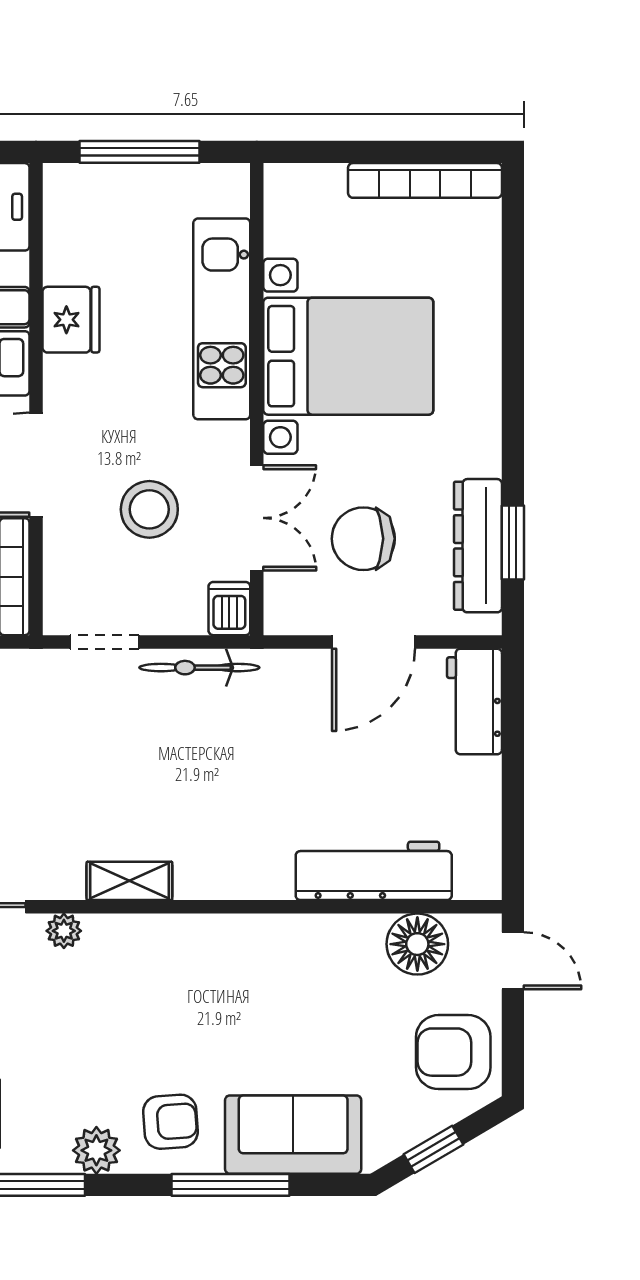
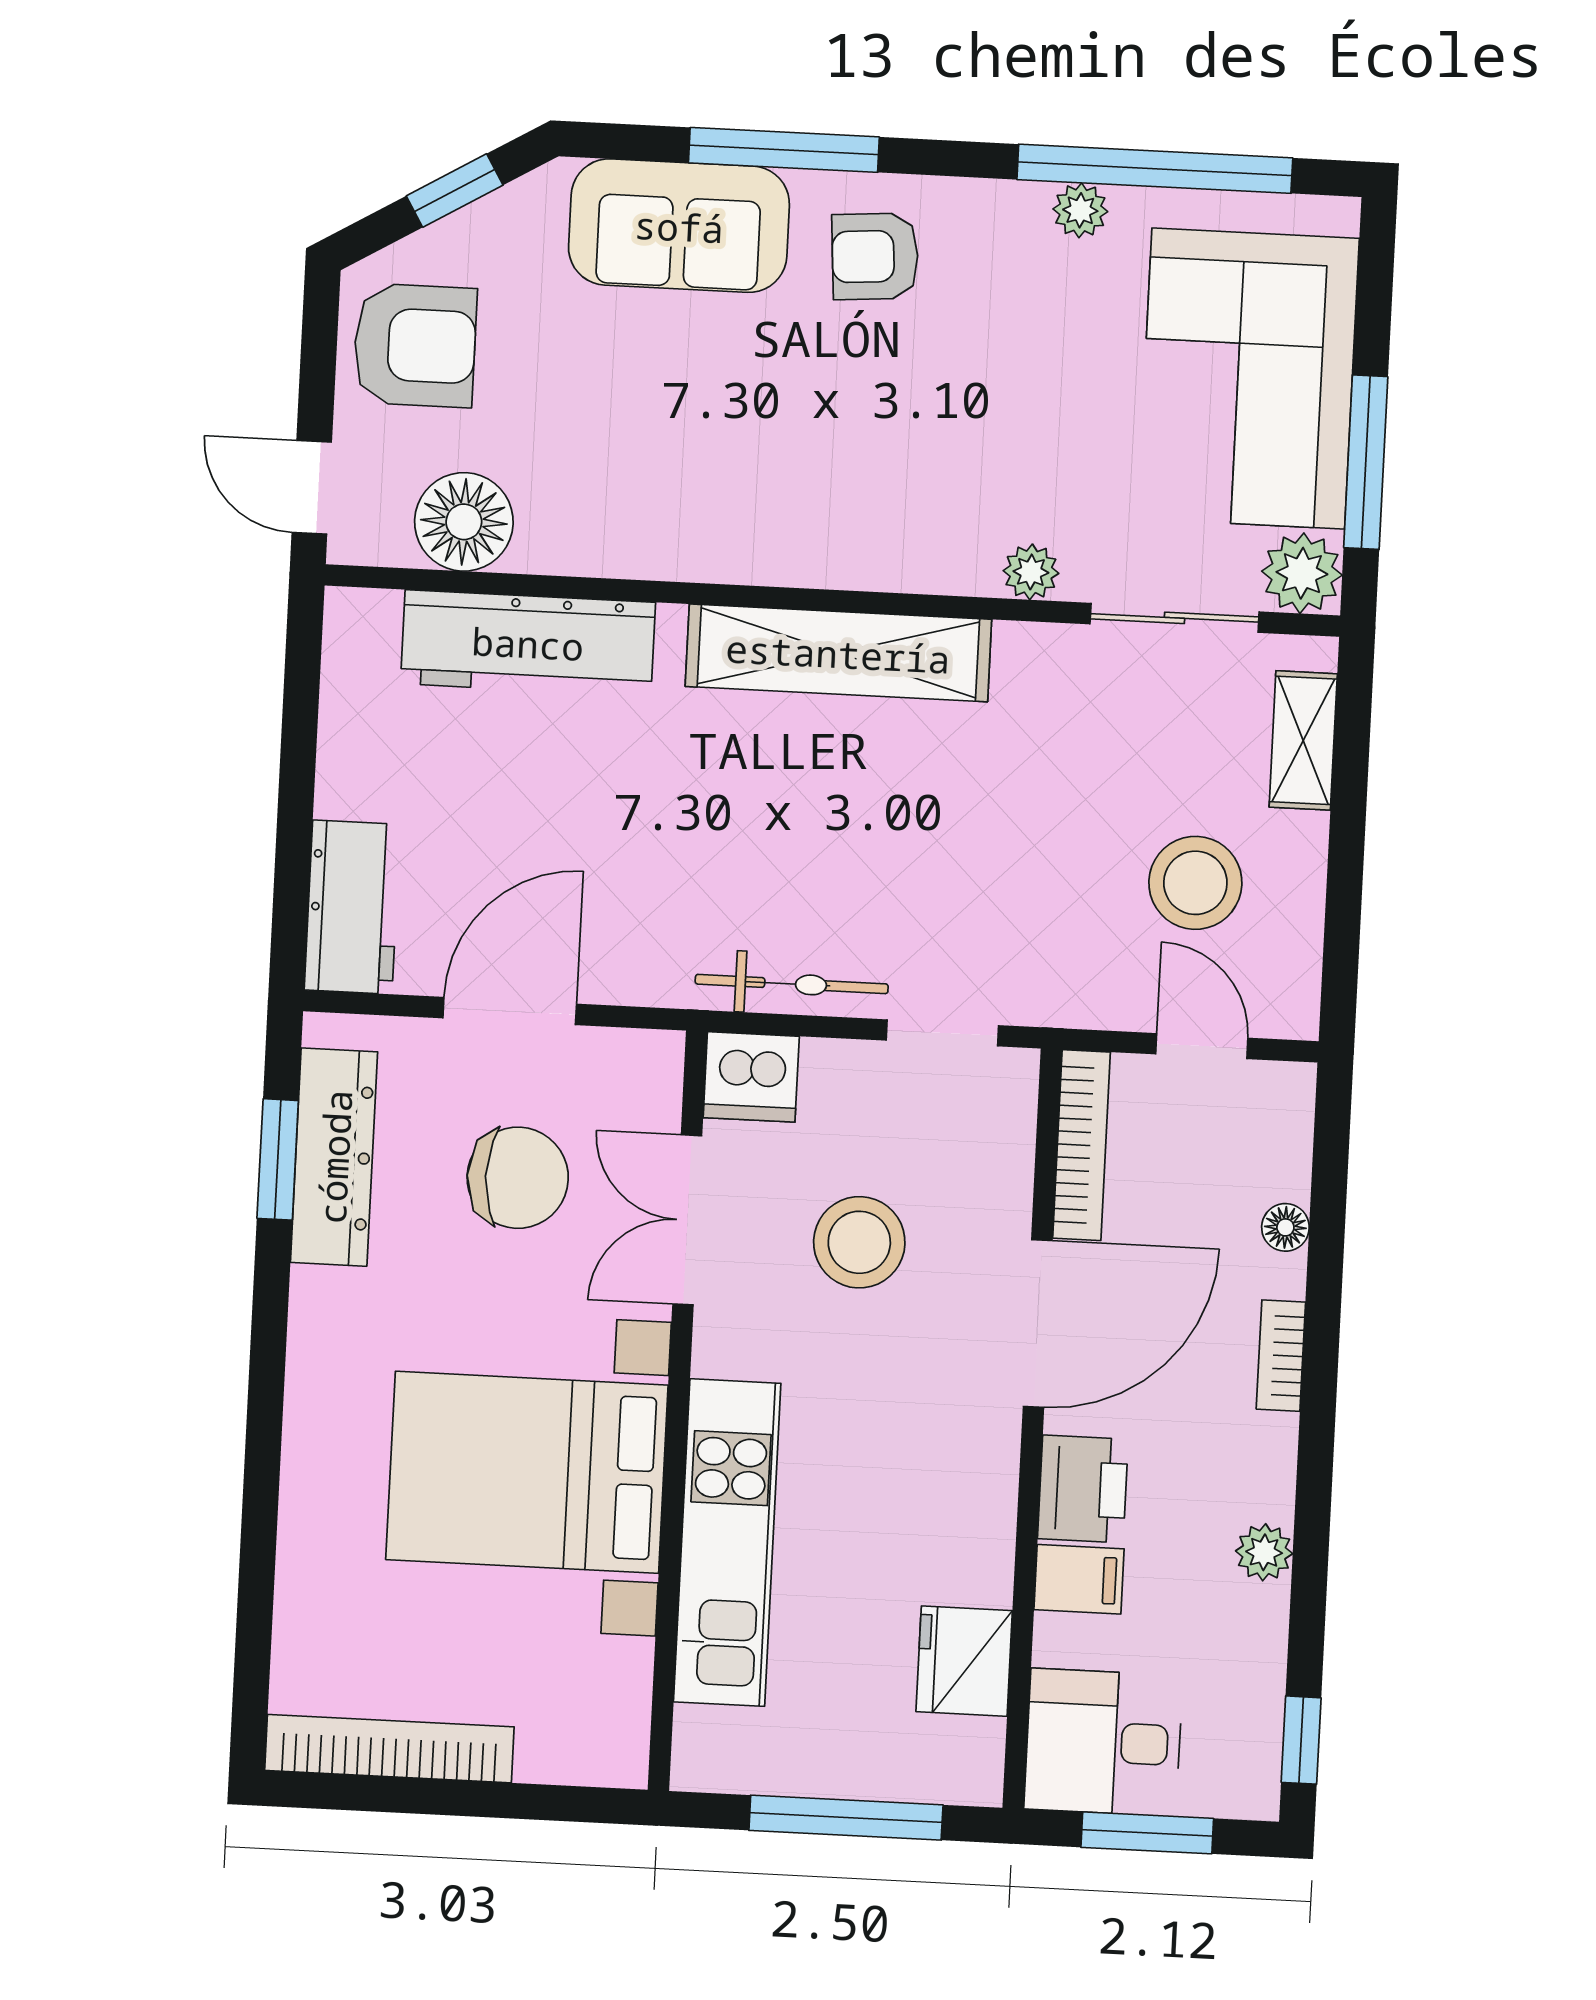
fridge: (71, 320) -> (964, 1661), moved
dishwasher: (229, 609) -> (751, 1077), width x1.38
shelving: (129, 881) -> (838, 653), width x2.20, depth x1.33
plant: (96, 1150) -> (1080, 210), moved, width x0.73, depth x0.73

